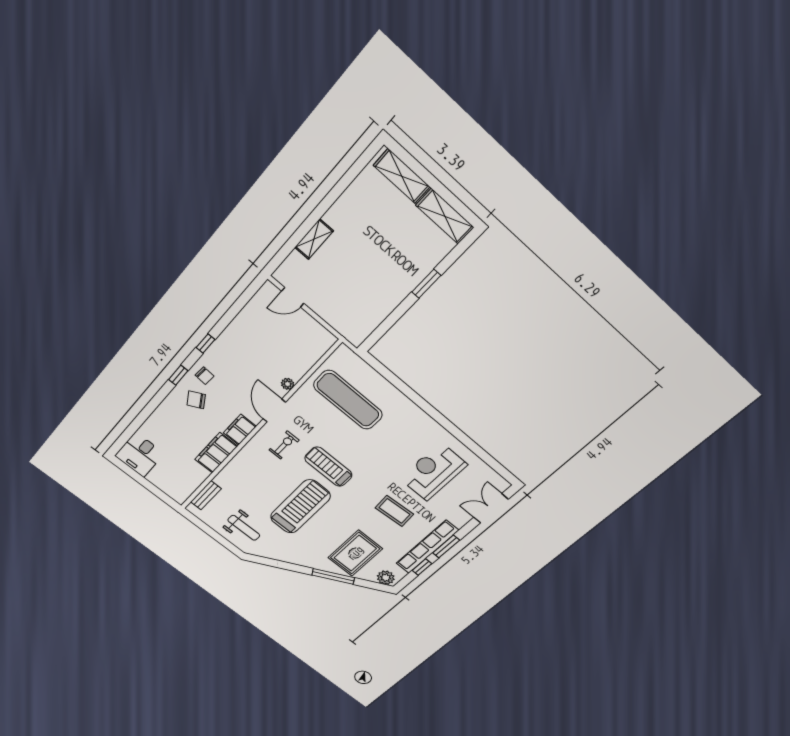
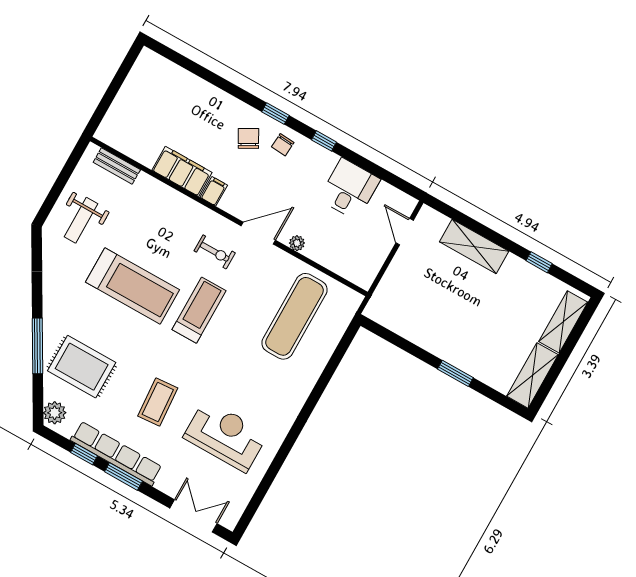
window: (341, 186) -> (539, 262), added
shelving: (314, 239) -> (474, 246), width x1.50, depth x1.33
filing cabinet: (240, 430) -> (214, 191), width x0.50
desk: (140, 455) -> (349, 189), moved, turned 90

